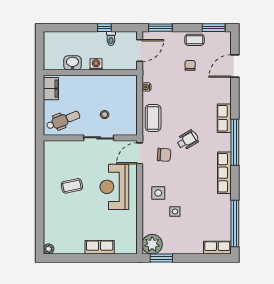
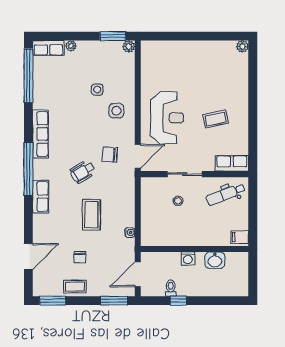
filing cabinet: (51, 89) -> (240, 237), width x0.50
coffee table: (153, 118) -> (91, 215), moved
plant: (152, 244) -> (129, 47), width x0.53, depth x0.53
row of seats: (100, 247) -> (232, 163), moved, turned 180
plant: (198, 250) -> (71, 46), added

